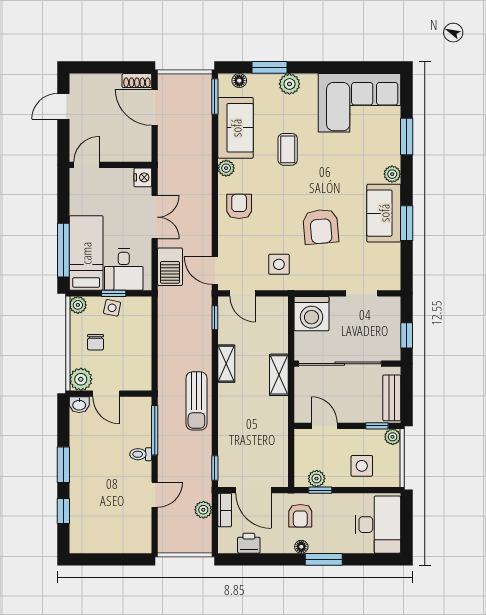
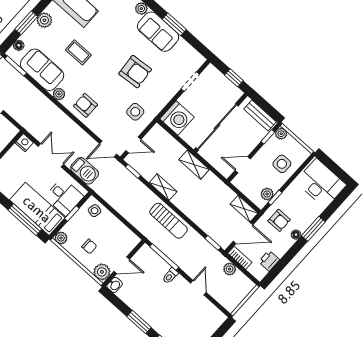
side table: (112, 308) -> (95, 211), moved
shelving: (280, 468) -> (244, 209), added

